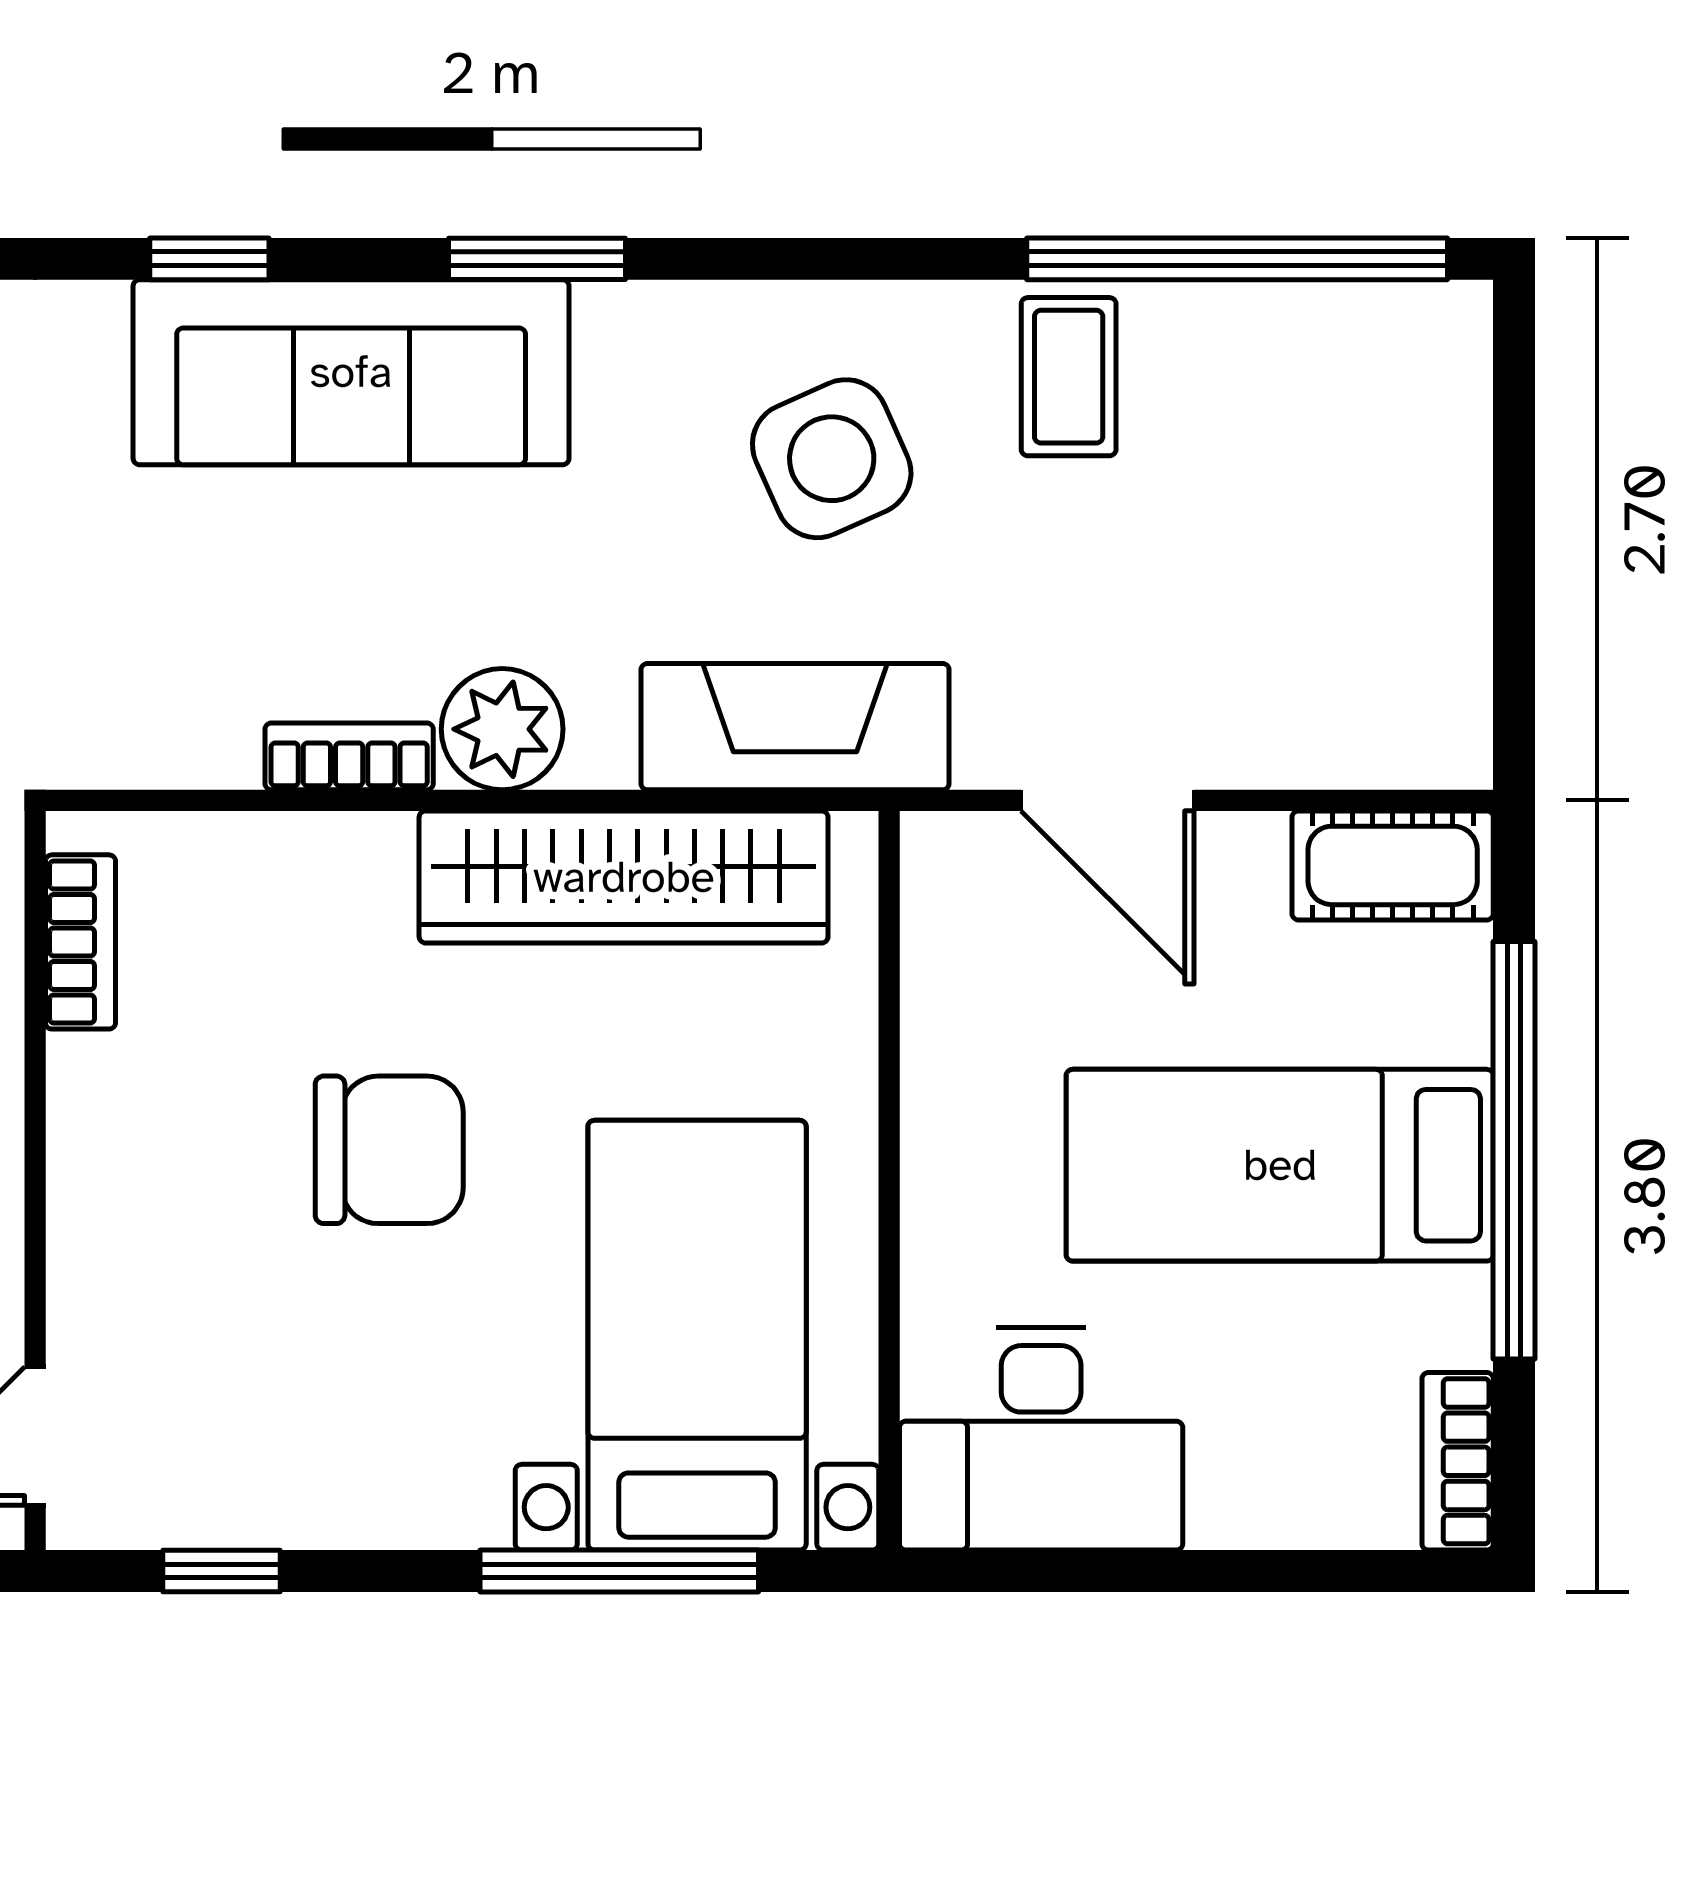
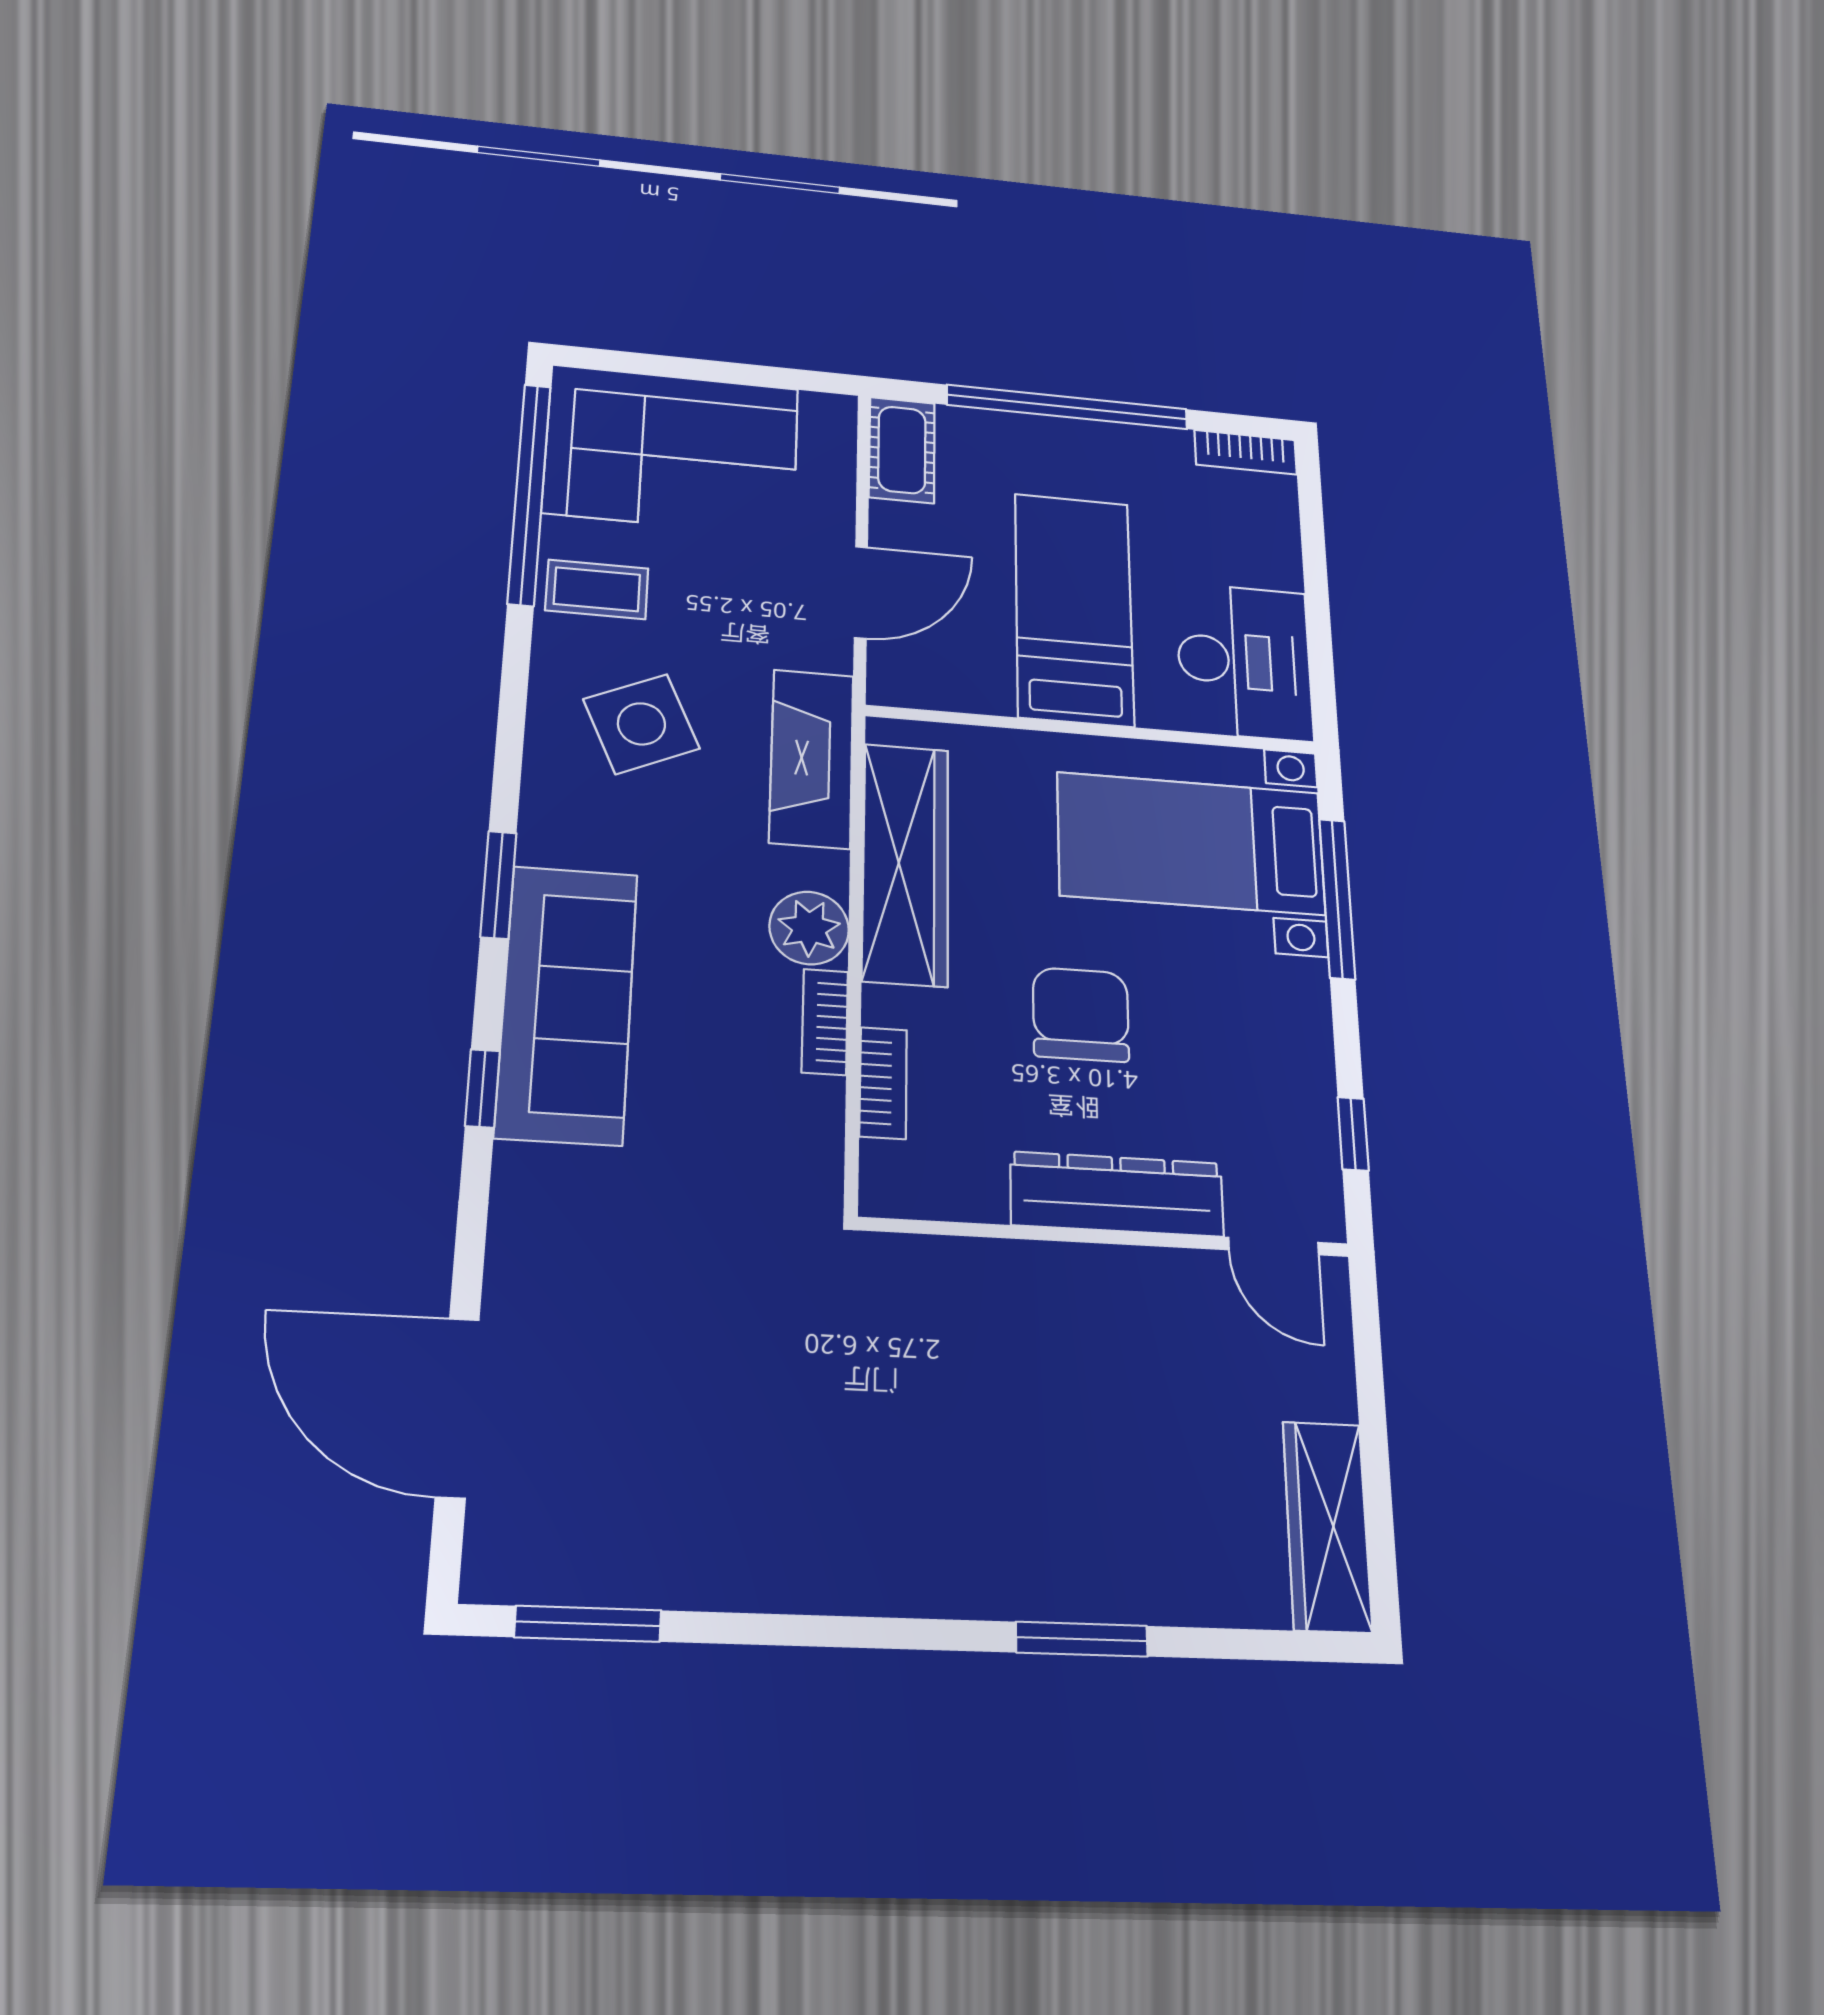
corner sofa: (1347, 484) -> (672, 450), added
bookcase: (80, 942) -> (883, 1083), moved, turned 90
bed: (1280, 1165) -> (1074, 609), moved, turned 180
dresser: (103, 1199) -> (1117, 1194), added

